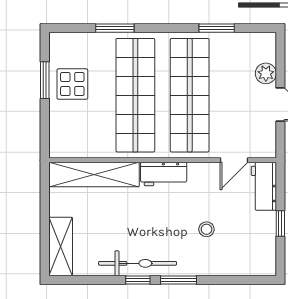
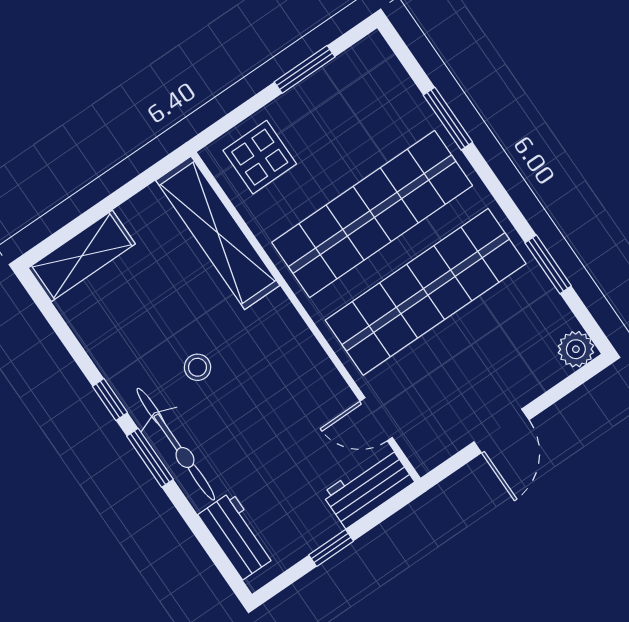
plant: (266, 73) -> (576, 349), moved
display table: (72, 84) -> (260, 157), moved
workbench: (164, 174) -> (237, 536), moved, turned 180
stool: (206, 229) -> (197, 367), moved
bicycle: (138, 263) -> (176, 444), moved

